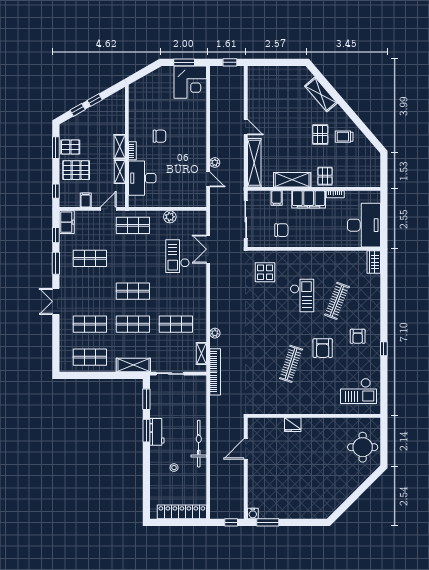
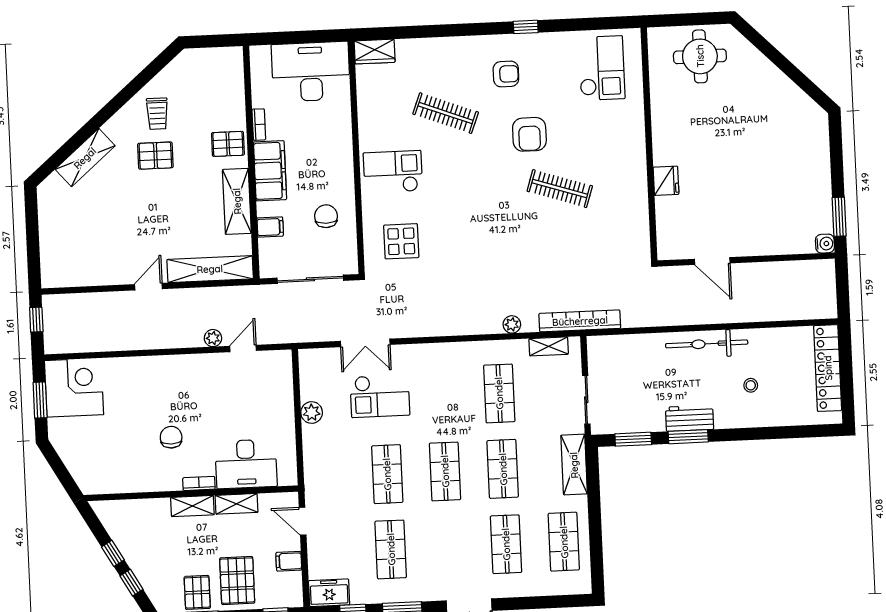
shop shelf: (133, 225) -> (387, 474), moved
checkout: (302, 295) -> (393, 172), moved
armchair: (323, 348) -> (529, 134), turned 90
window: (231, 522) -> (842, 281), removed

